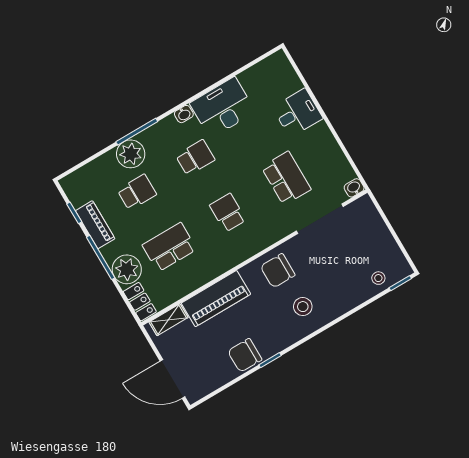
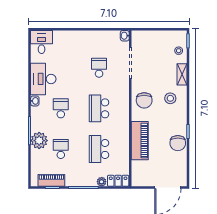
desk: (298, 113) -> (42, 42), moved
school desk: (286, 178) -> (99, 68), width x0.54
school desk: (228, 213) -> (99, 108), width x1.85
piano: (95, 225) -> (51, 180), moved
plant: (127, 269) -> (102, 182), width x0.53, depth x0.53
shelving: (169, 320) -> (182, 74), moved

